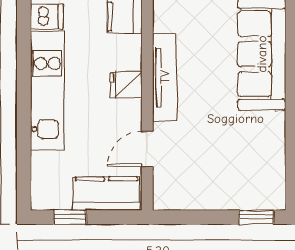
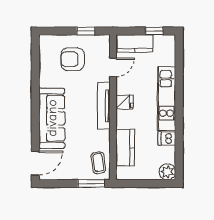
armchair: (223, 165) -> (73, 59), added
window: (256, 217) -> (86, 31), moved

